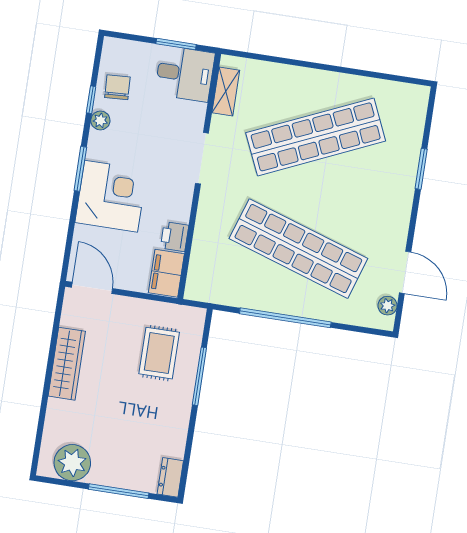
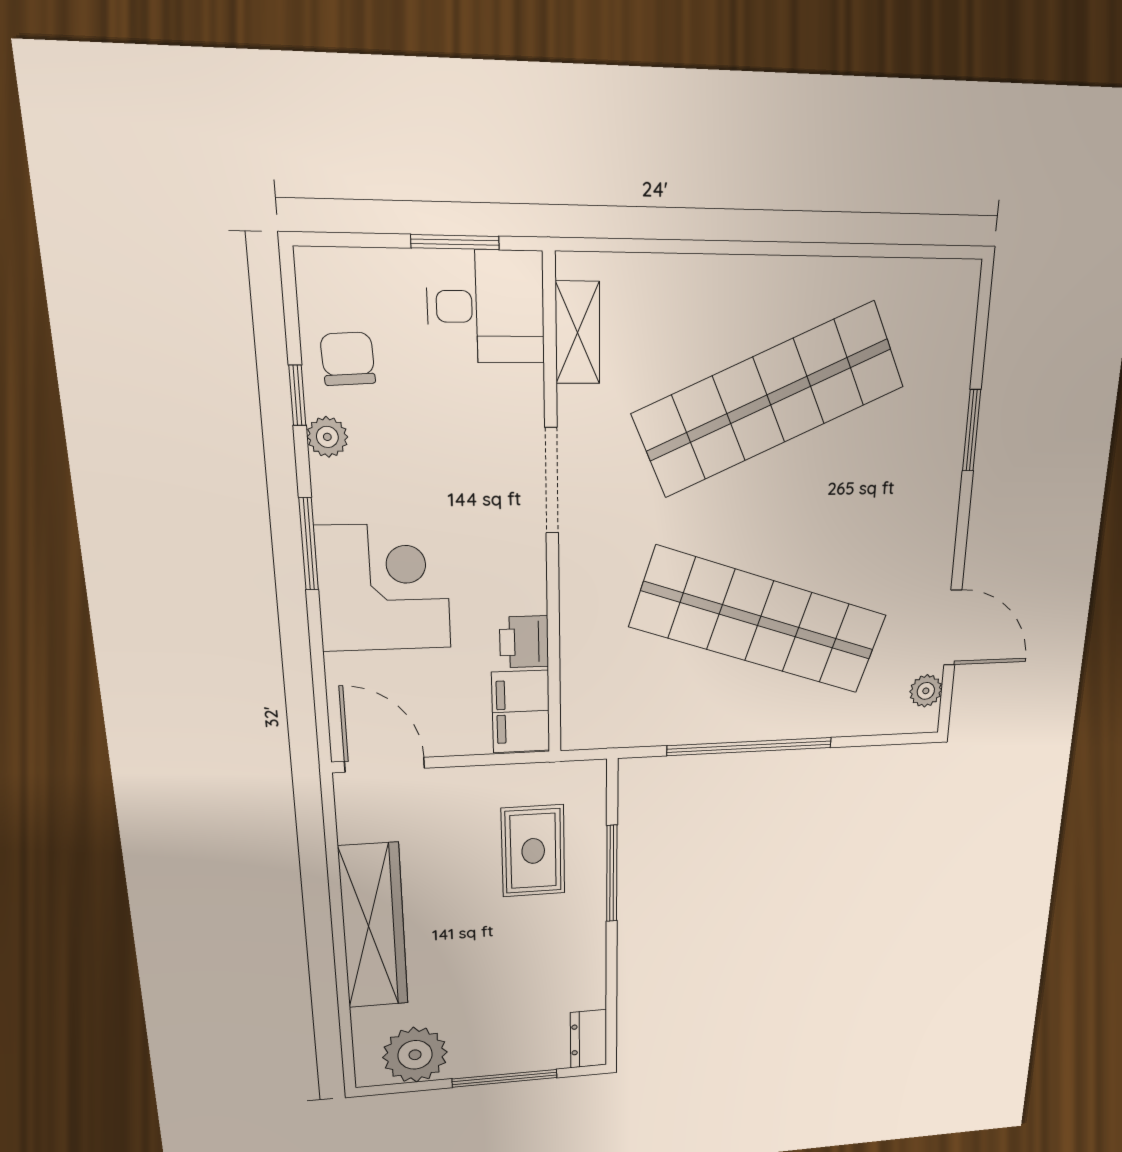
wardrobe: (67, 364) -> (373, 926), width x1.40, depth x1.17

